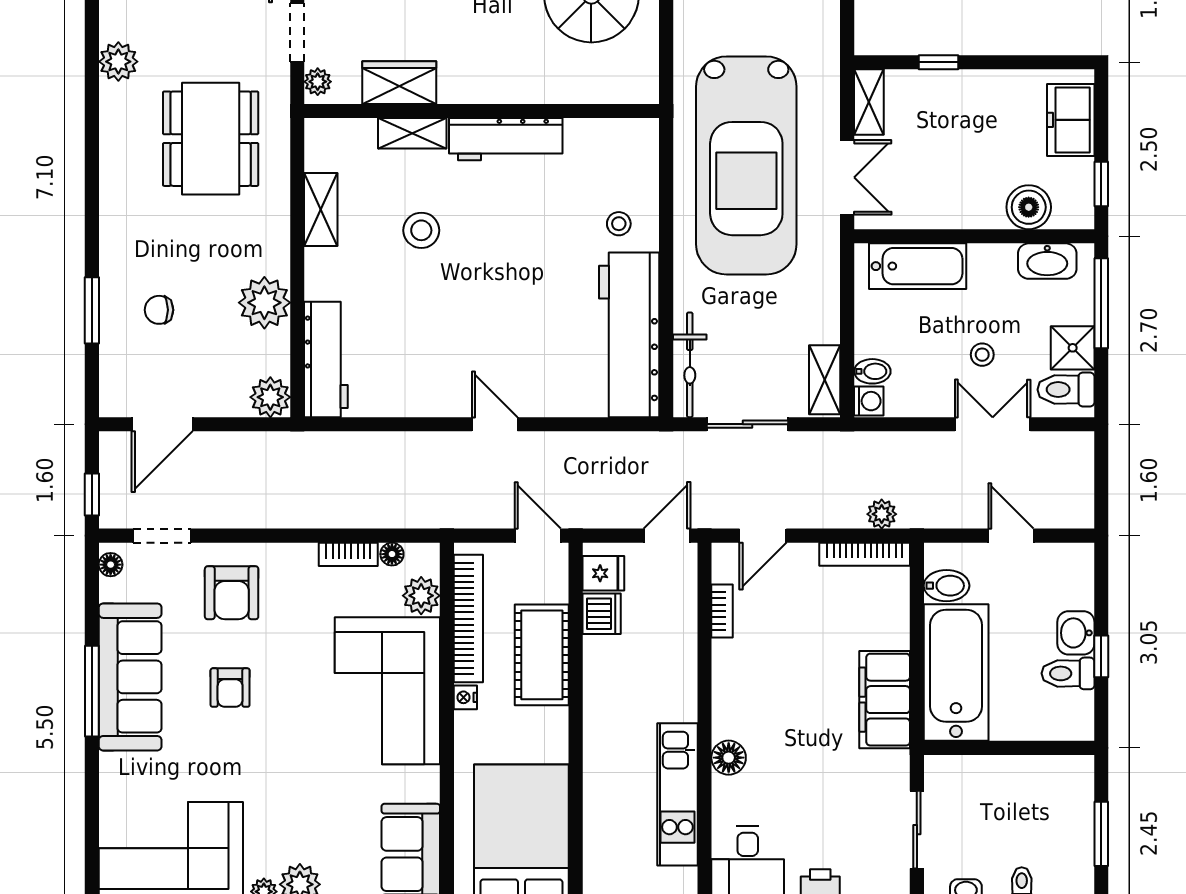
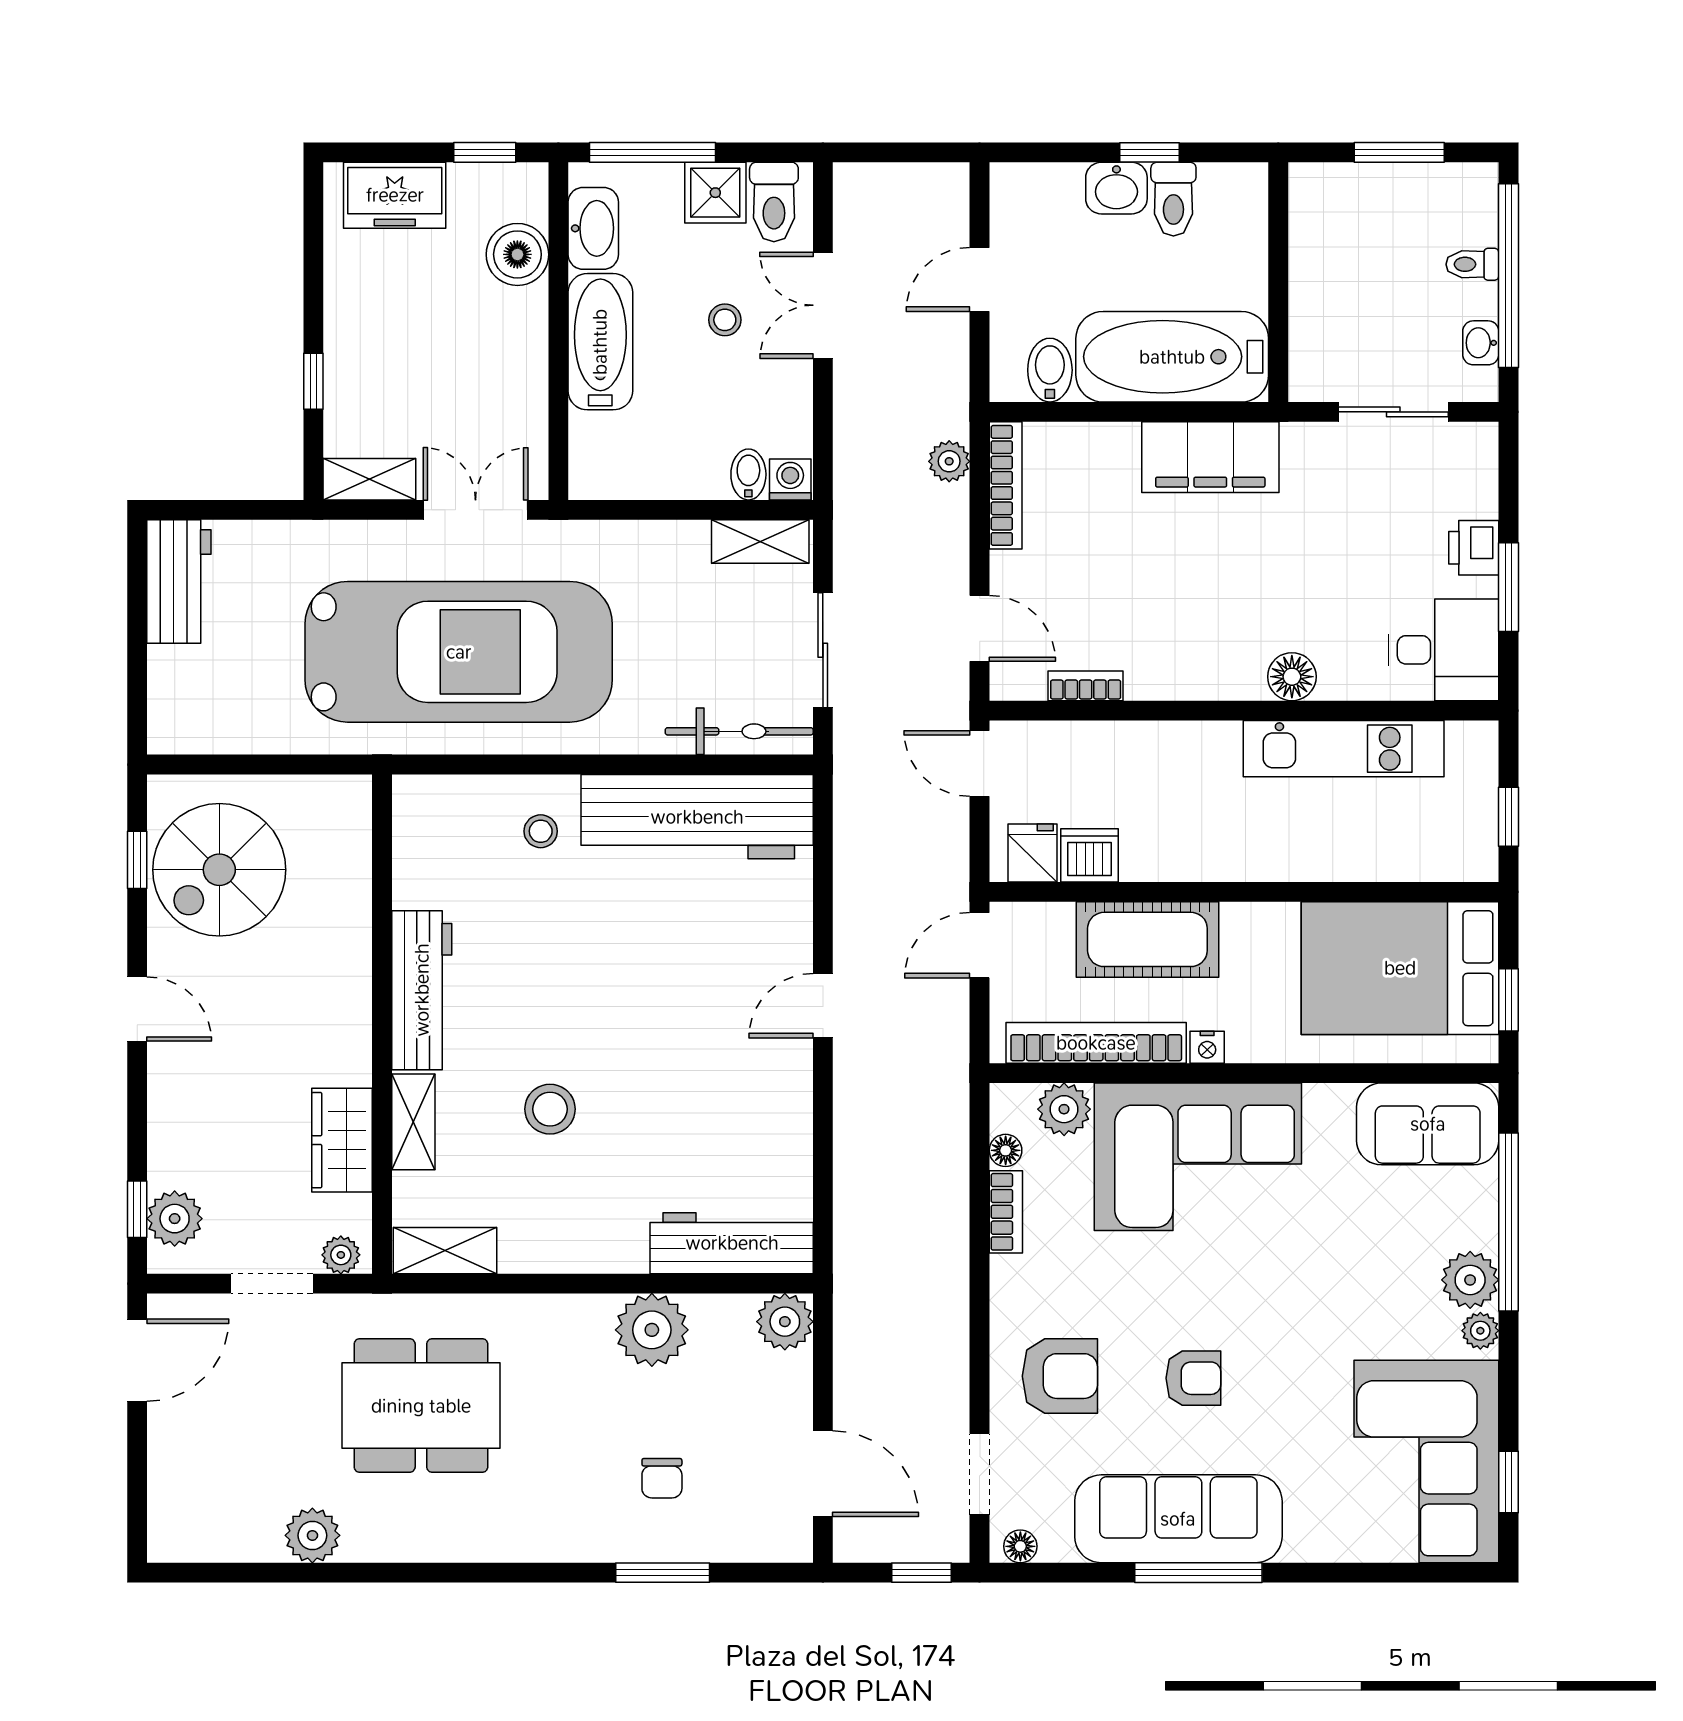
shelving: (321, 210) -> (445, 1251), moved
bathtub: (918, 266) -> (600, 342), moved

